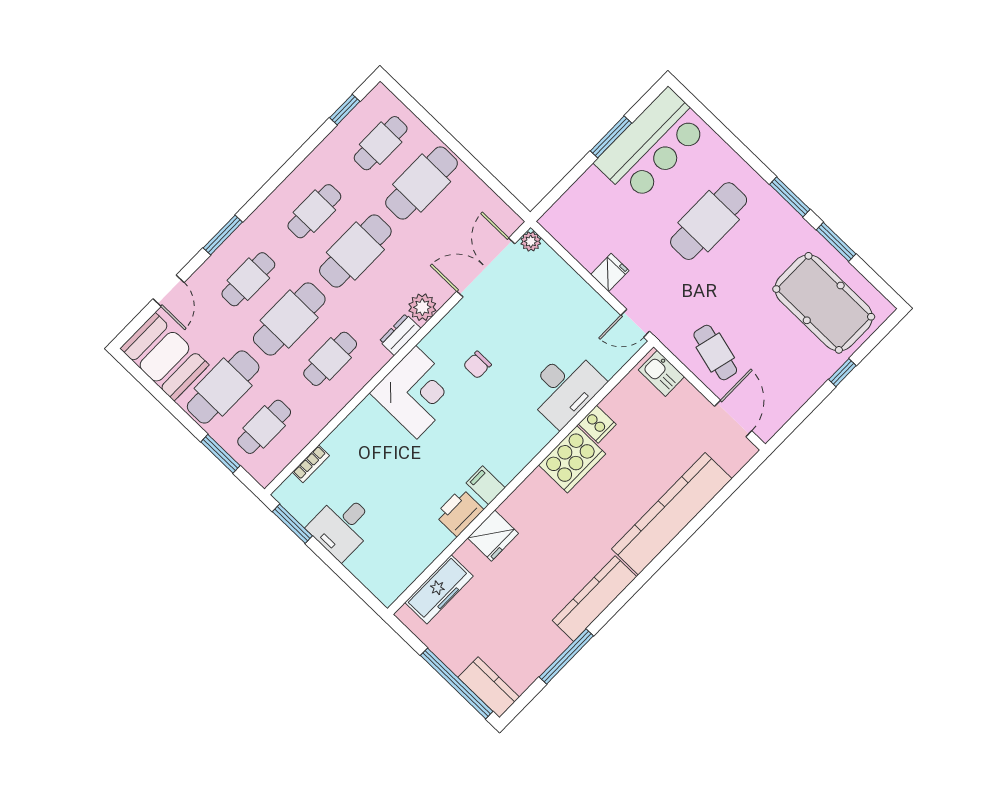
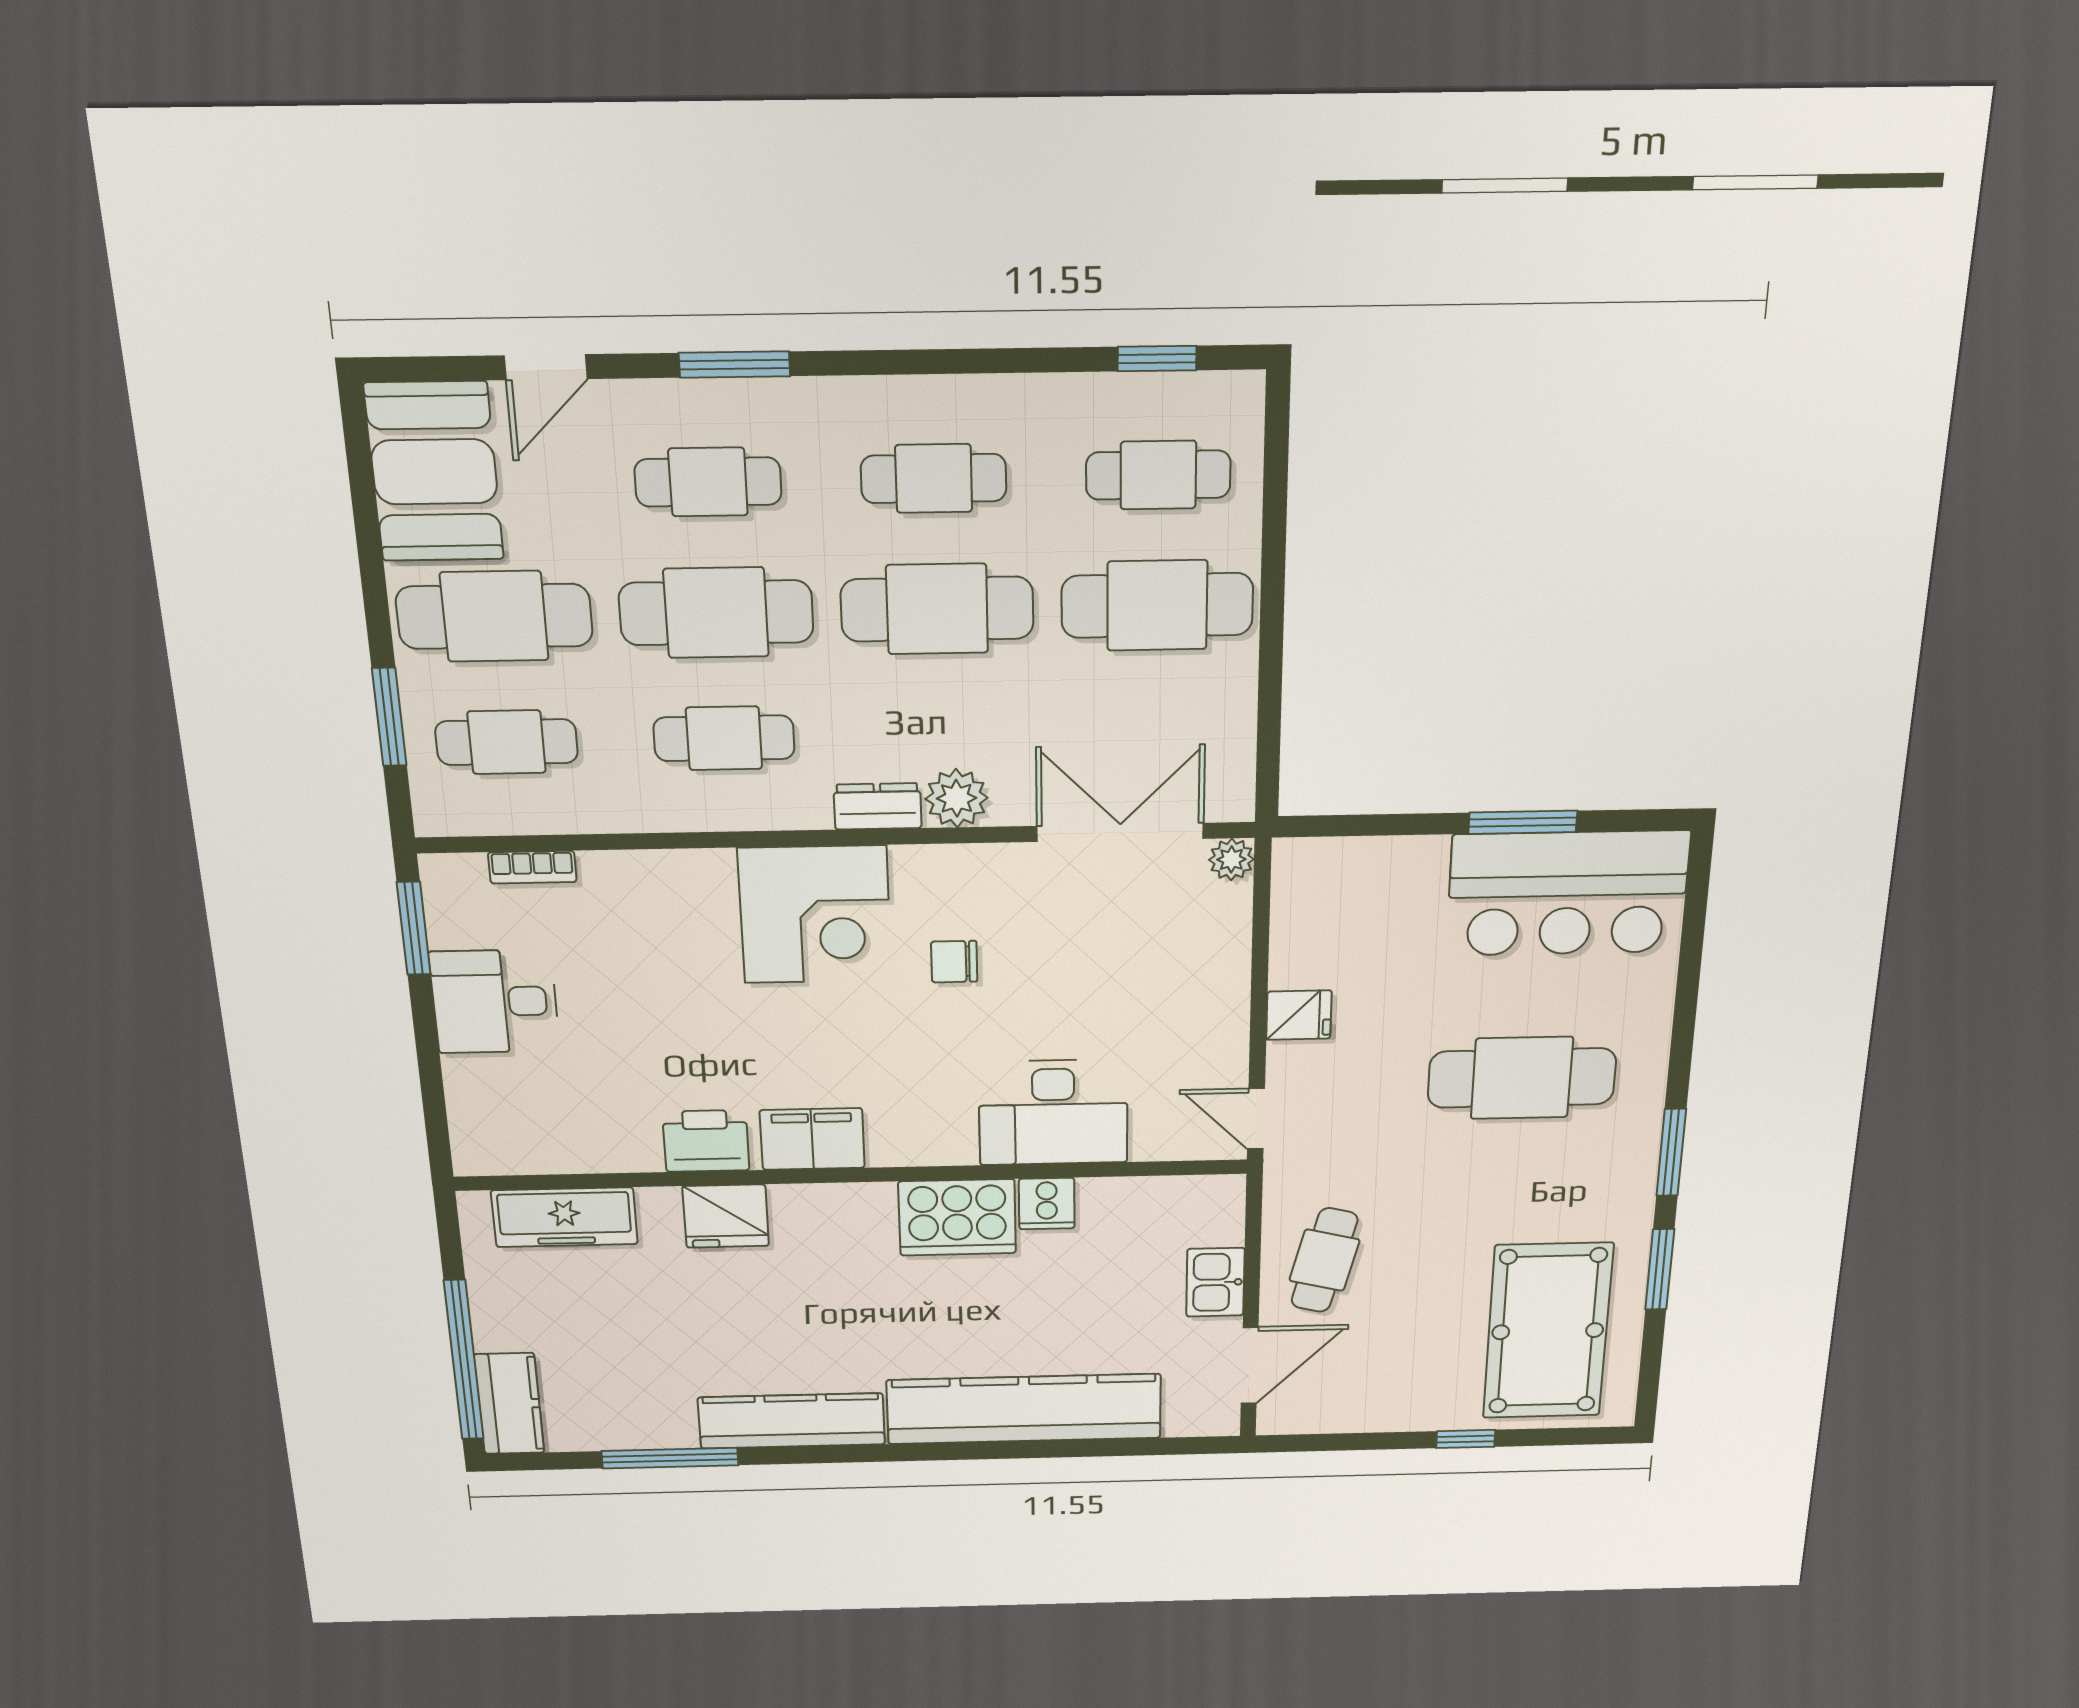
kitchen sink: (661, 373) -> (1215, 1282), moved
filing cabinet: (486, 485) -> (812, 1139), width x2.00

